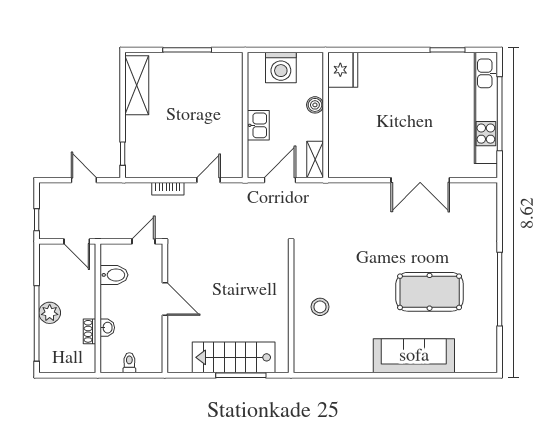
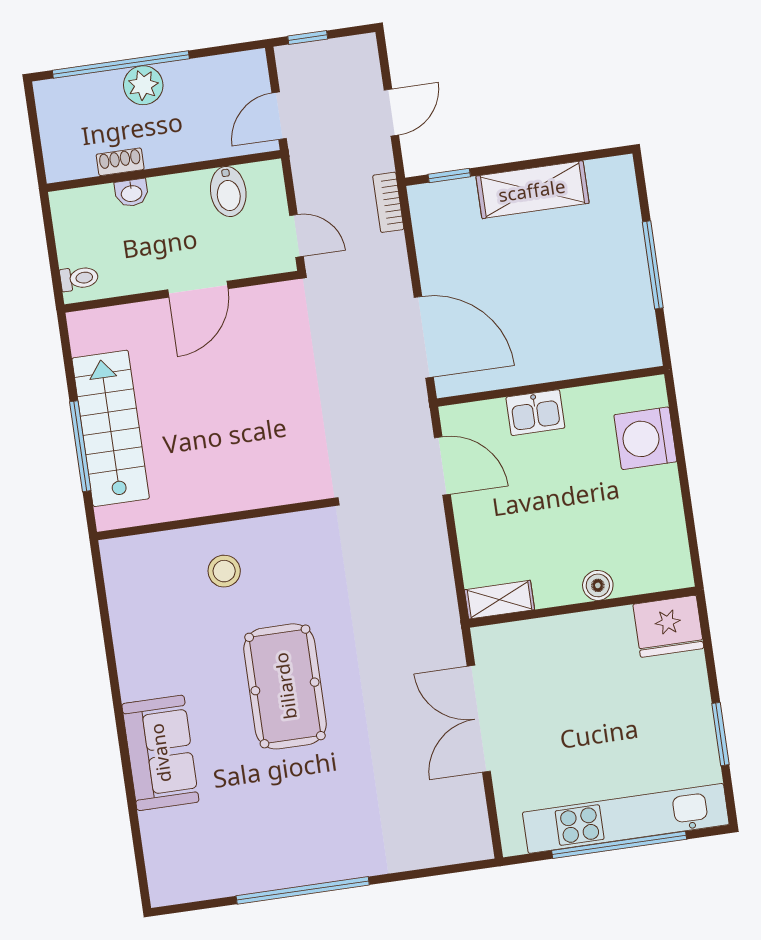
fridge: (343, 70) -> (668, 626), moved
shelving: (137, 85) -> (532, 190), moved
boiler: (315, 105) -> (598, 585), moved
wall: (326, 115) -> (582, 607), moved
shelving: (315, 159) -> (499, 600), moved
door: (209, 180) -> (424, 337), width x1.88
bookcase: (168, 189) -> (388, 202), moved
pool table: (430, 292) -> (285, 686), moved
sofa: (414, 356) -> (160, 753), width x0.73
toilet: (129, 363) -> (79, 278), moved

